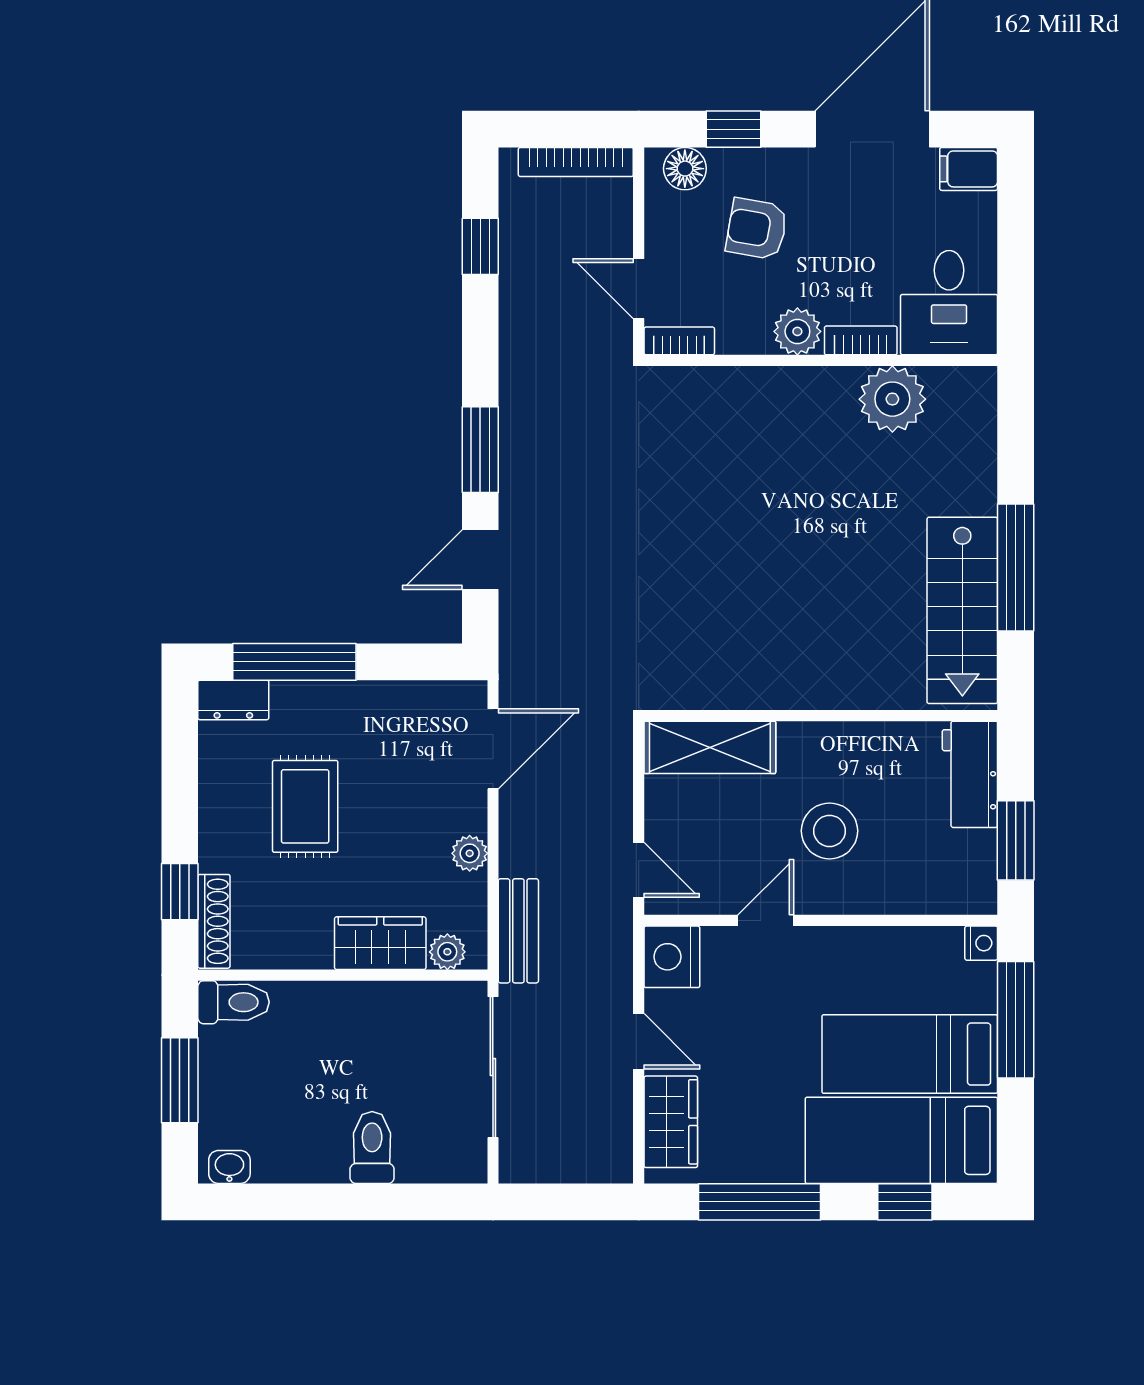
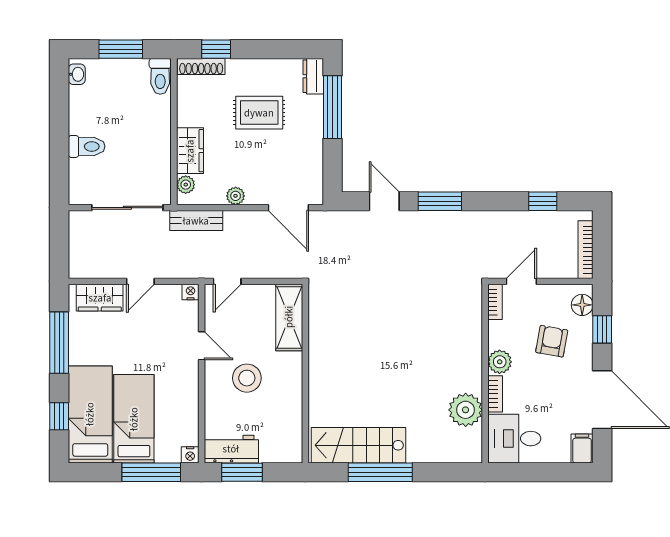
workbench: (970, 774) -> (231, 449), moved
nightstand: (672, 957) -> (191, 292), width x0.53, depth x0.56

